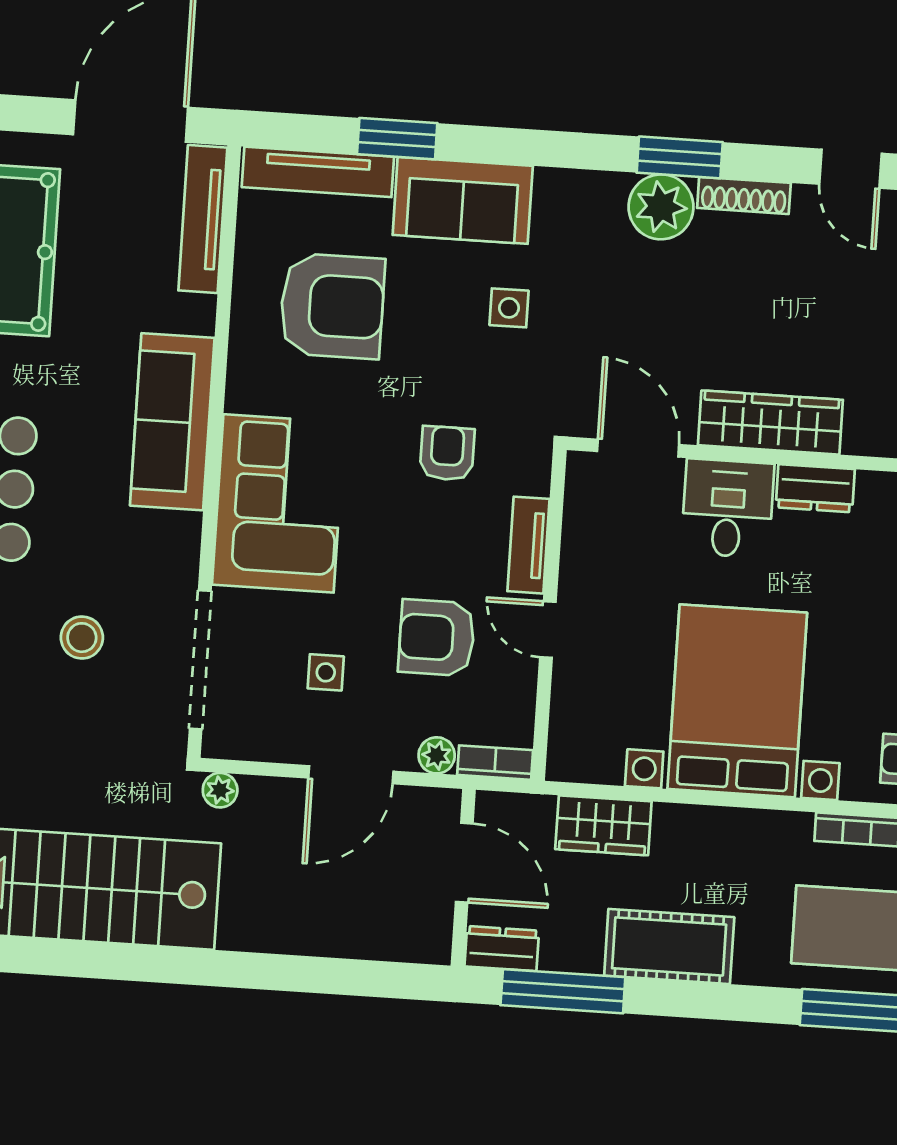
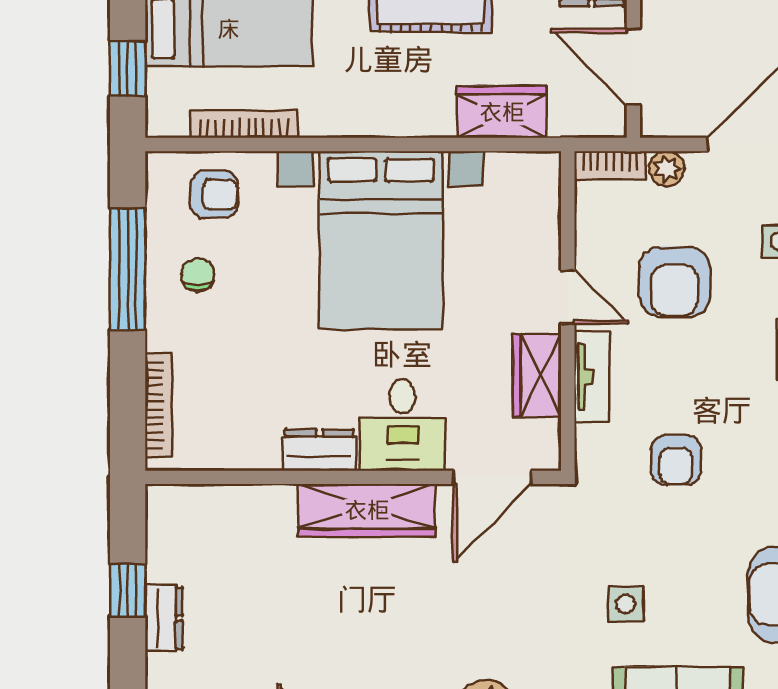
door: (638, 448) -> (492, 477), hinge flipped
wardrobe: (585, 550) -> (537, 375), added
armchair: (437, 638) -> (674, 282), turned 90

